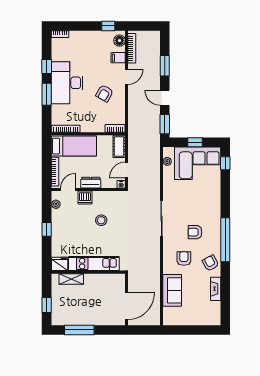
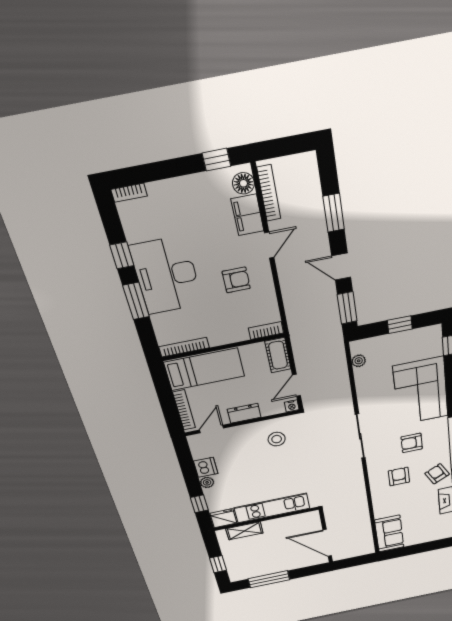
filing cabinet: (118, 58) -> (247, 215), width x2.00
armchair: (104, 93) -> (236, 280), turned -119
corner sofa: (198, 163) -> (421, 391), moved, turned 90
dishwasher: (85, 197) -> (206, 467), moved, turned -90
plant: (56, 204) -> (207, 482), moved
stool: (101, 220) -> (277, 439), moved
window: (47, 229) -> (199, 504), moved
sofa: (172, 290) -> (389, 534), moved
door: (127, 306) -> (327, 543), swing flipped

